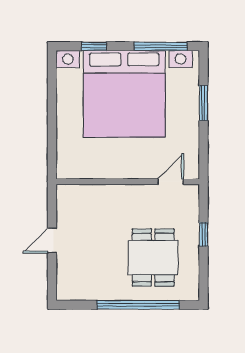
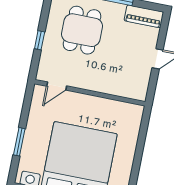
piano: (80, 290) -> (144, 16), added

